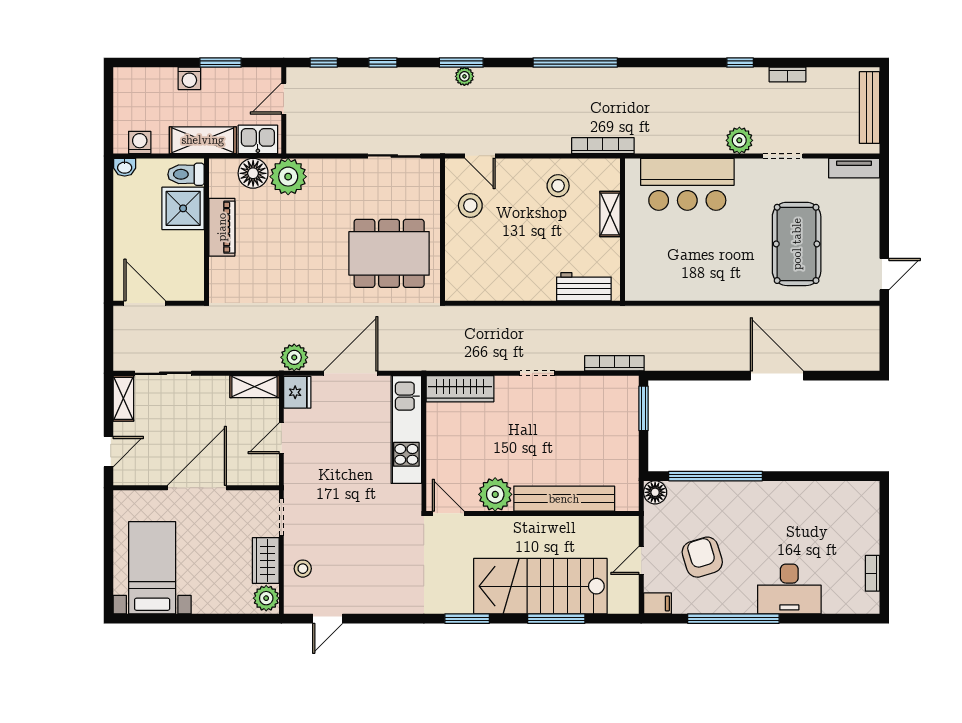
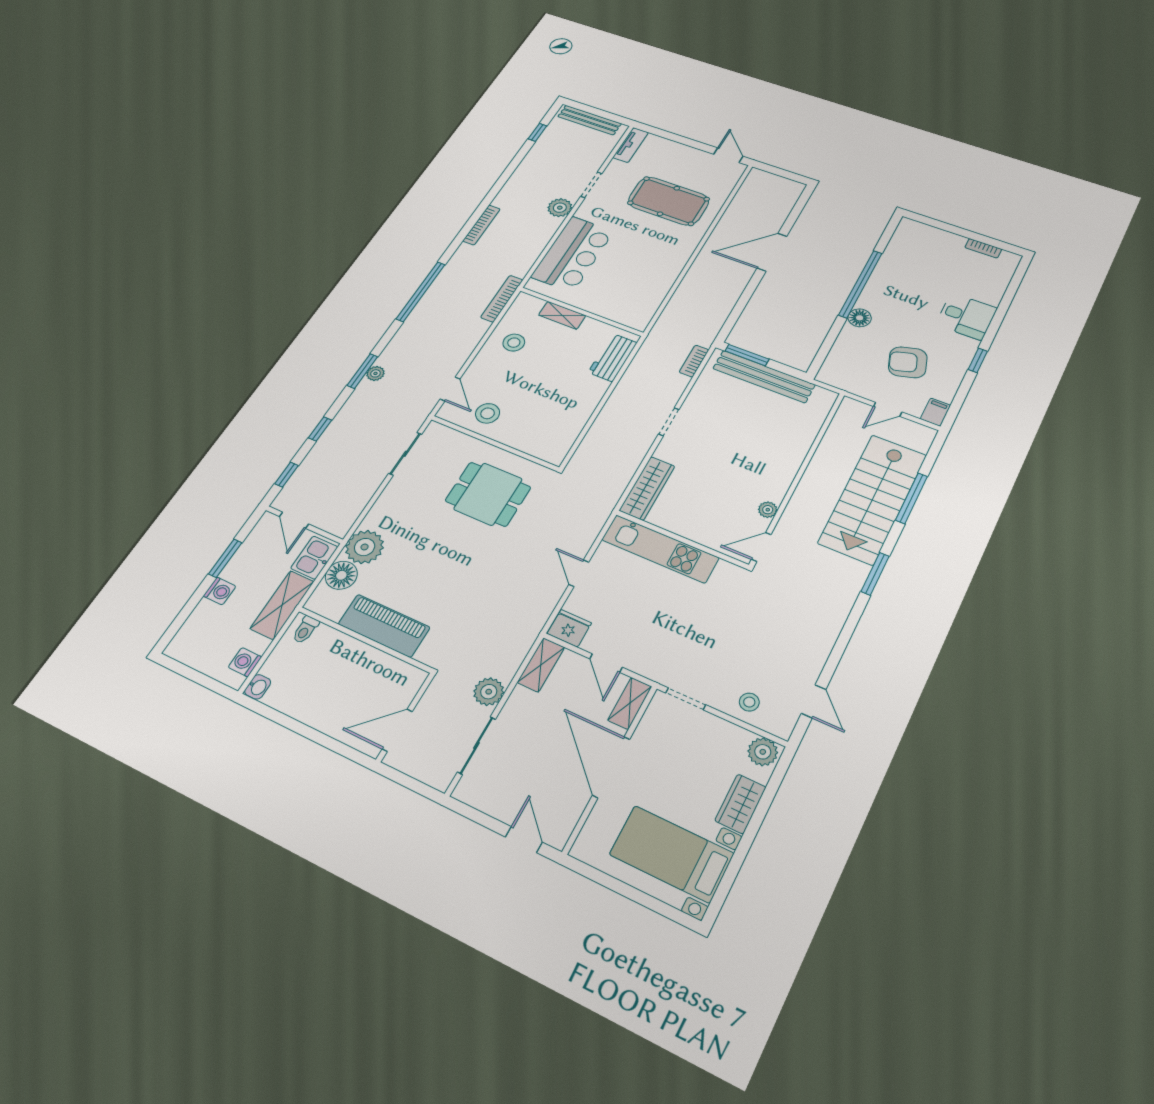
window: (740, 63) -> (537, 132), moved
bookcase: (787, 74) -> (482, 225), moved, width x1.56
door: (480, 156) -> (450, 389), hinge flipped
toilet: (186, 174) -> (305, 630), width x0.73, depth x0.72
shower: (183, 208) -> (332, 652), removed
piano: (222, 227) -> (384, 626), width x1.37, depth x1.33
dining table: (389, 253) -> (488, 494), width x0.73
plant: (294, 357) -> (489, 692), moved
bookcase: (614, 363) -> (694, 361), width x0.64
door: (351, 373) -> (579, 573), width x0.53
shelving: (123, 398) -> (630, 703), moved, turned 90
window: (716, 476) -> (860, 284), moved
floor lamp: (655, 492) -> (860, 318), moved
plant: (495, 494) -> (768, 510), width x0.53, depth x0.53
bench: (564, 499) -> (764, 377), moved, turned 90
door: (641, 560) -> (888, 409), hinge flipped
wardrobe: (266, 561) -> (741, 804), moved, turned 90
desk: (789, 589) -> (966, 316), width x0.73
window: (733, 619) -> (978, 360), width x0.32

